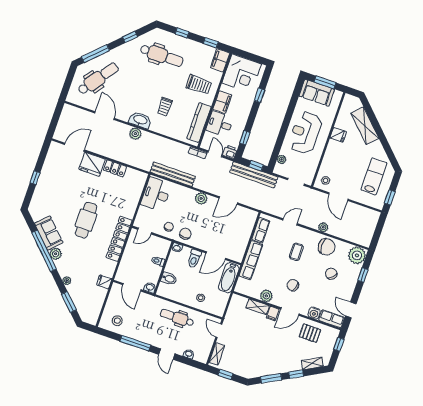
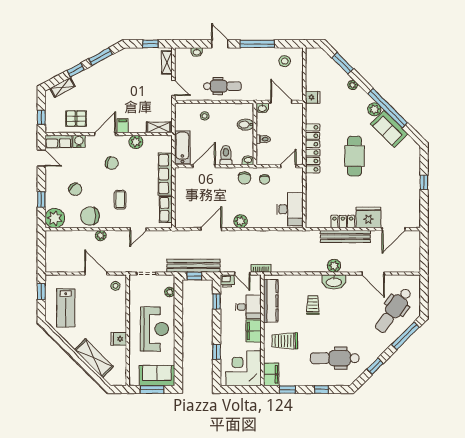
bench: (173, 174) -> (345, 236), moved
shelving: (258, 307) -> (159, 127), moved

